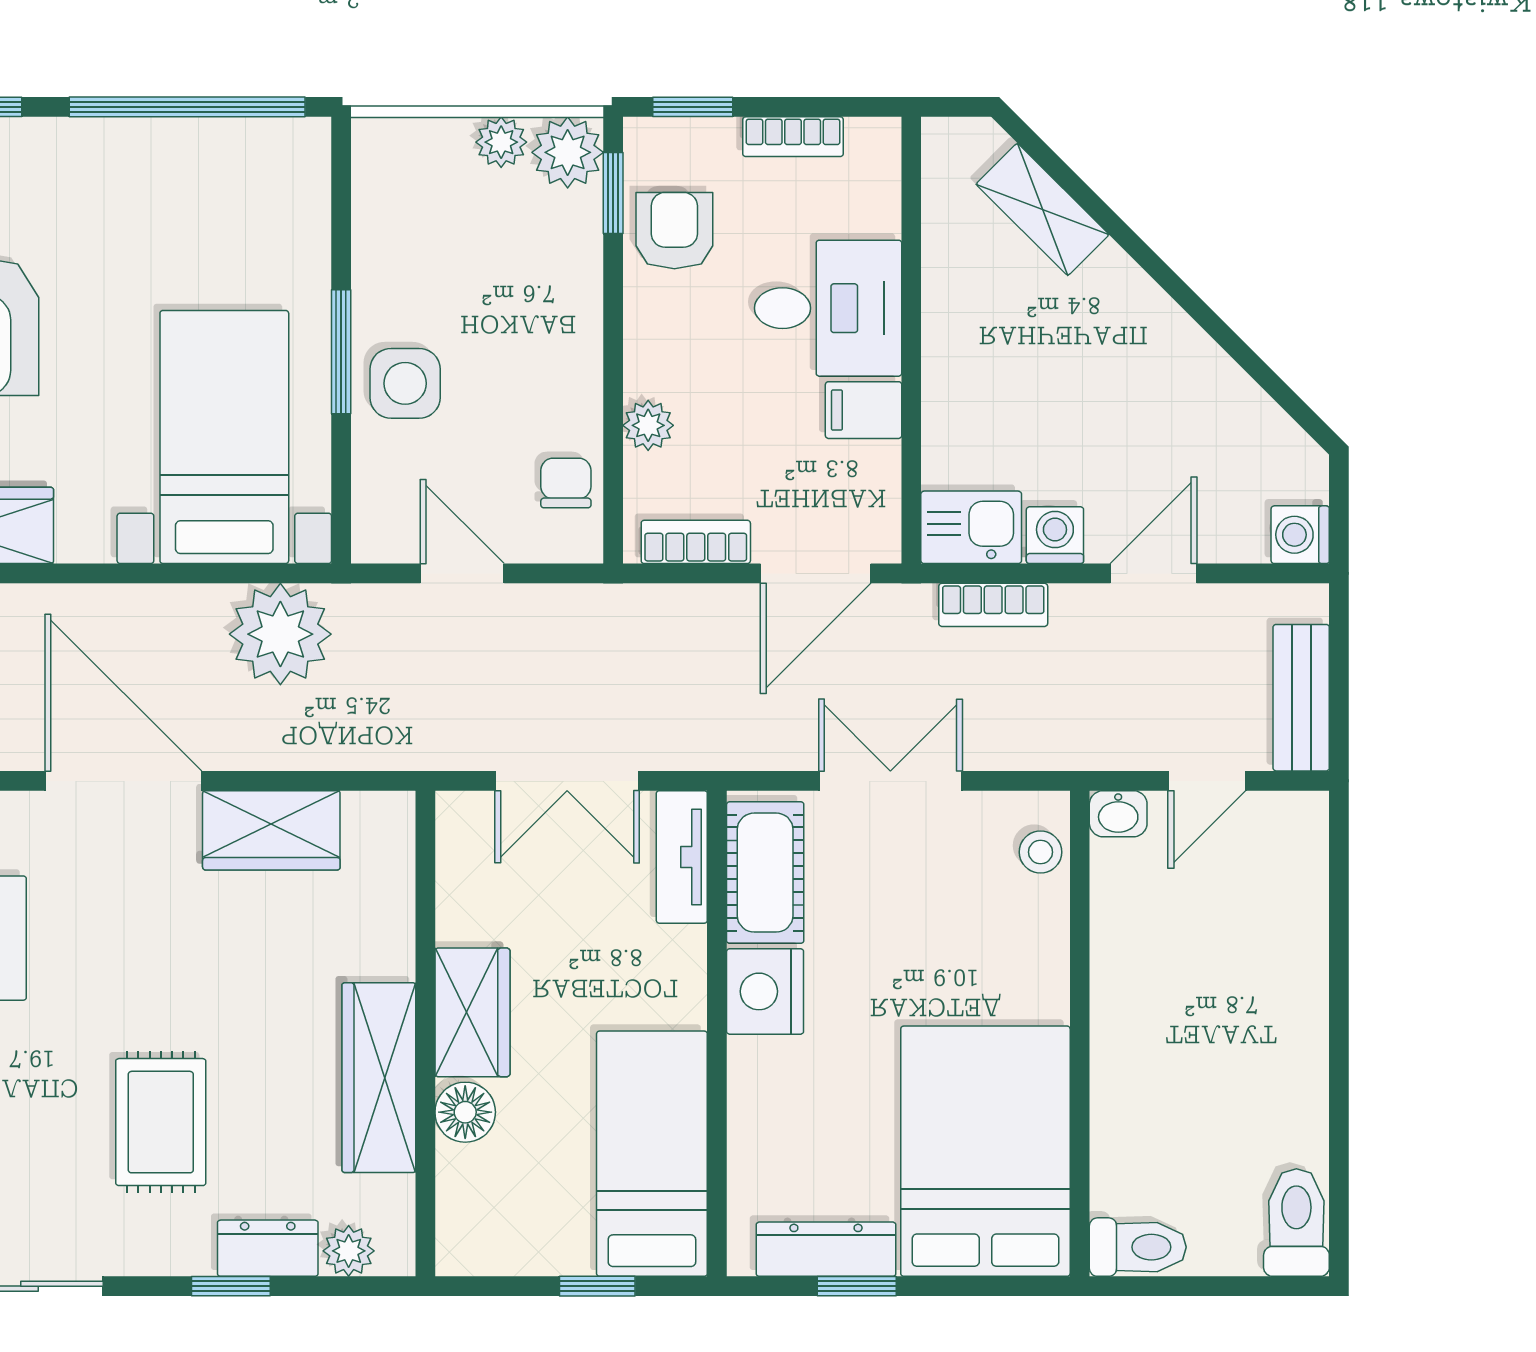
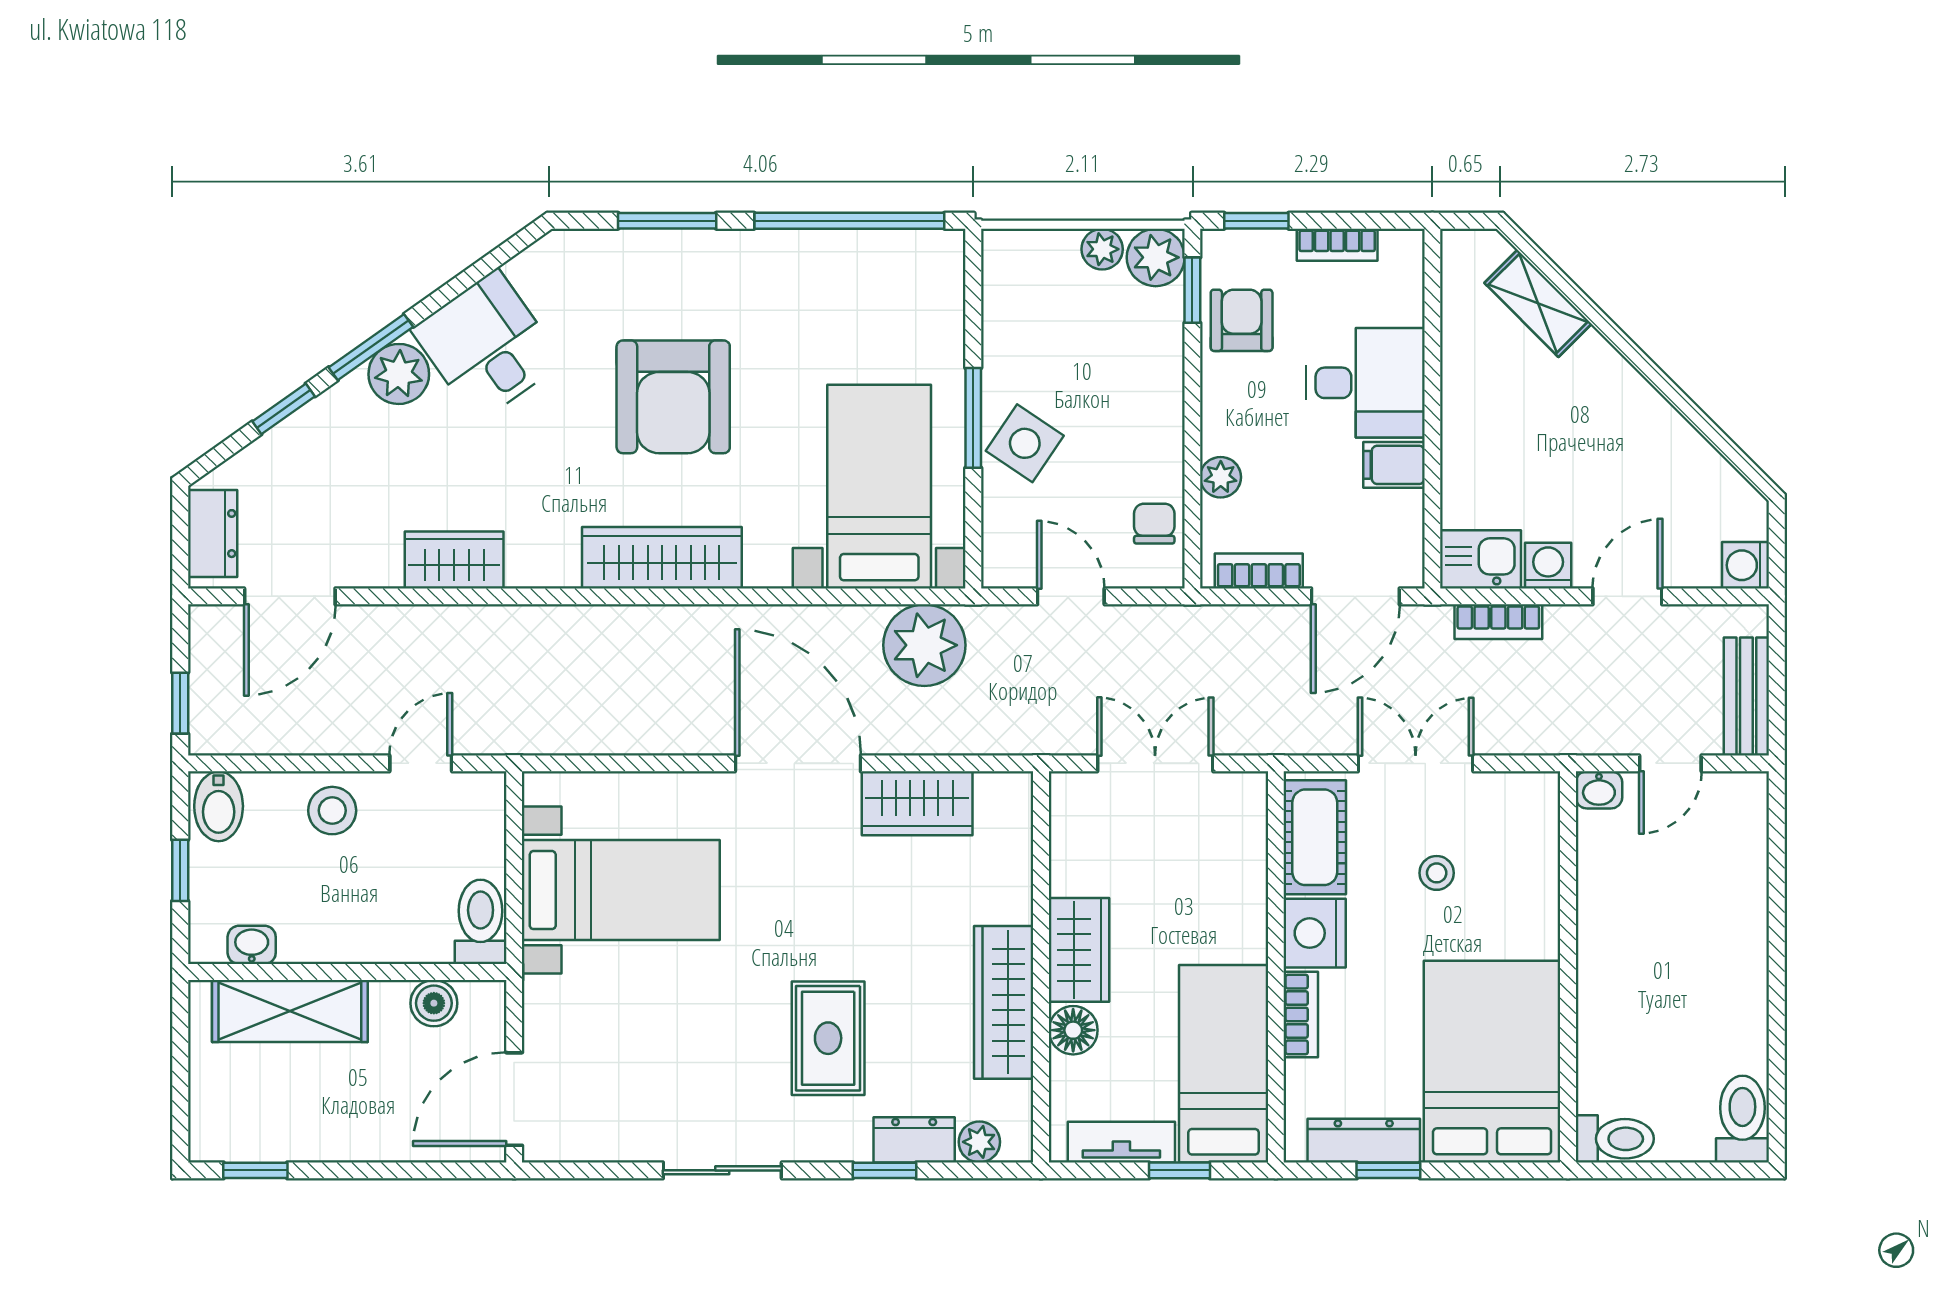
side table: (405, 383) -> (1025, 443), turned 34
double door: (567, 781) -> (1155, 763), swing flipped
stool: (1040, 852) -> (1437, 873), moved
tv unit: (682, 857) -> (1121, 1142), moved, turned 90
bookcase: (748, 1093) -> (1301, 1014), added

